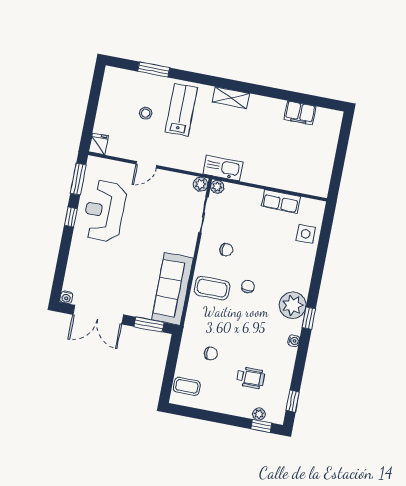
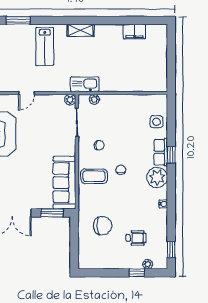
lab bench: (181, 110) -> (45, 47), turned 180
stool: (146, 113) -> (18, 54), removed
plant: (217, 187) -> (94, 99), moved
row of seats: (281, 201) -> (161, 152), moved, turned 90
window: (309, 318) -> (171, 155), moved
chair: (211, 354) -> (103, 226), width x1.87, depth x1.87
coffee table: (187, 386) -> (89, 254), removed
window: (261, 426) -> (137, 273), moved

